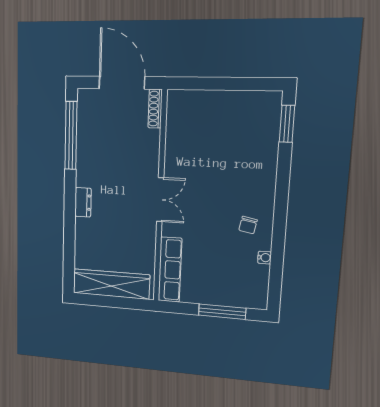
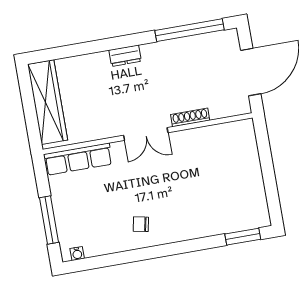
shoe rack: (155, 109) -> (190, 117), moved
water cooler: (265, 258) -> (77, 253), moved

